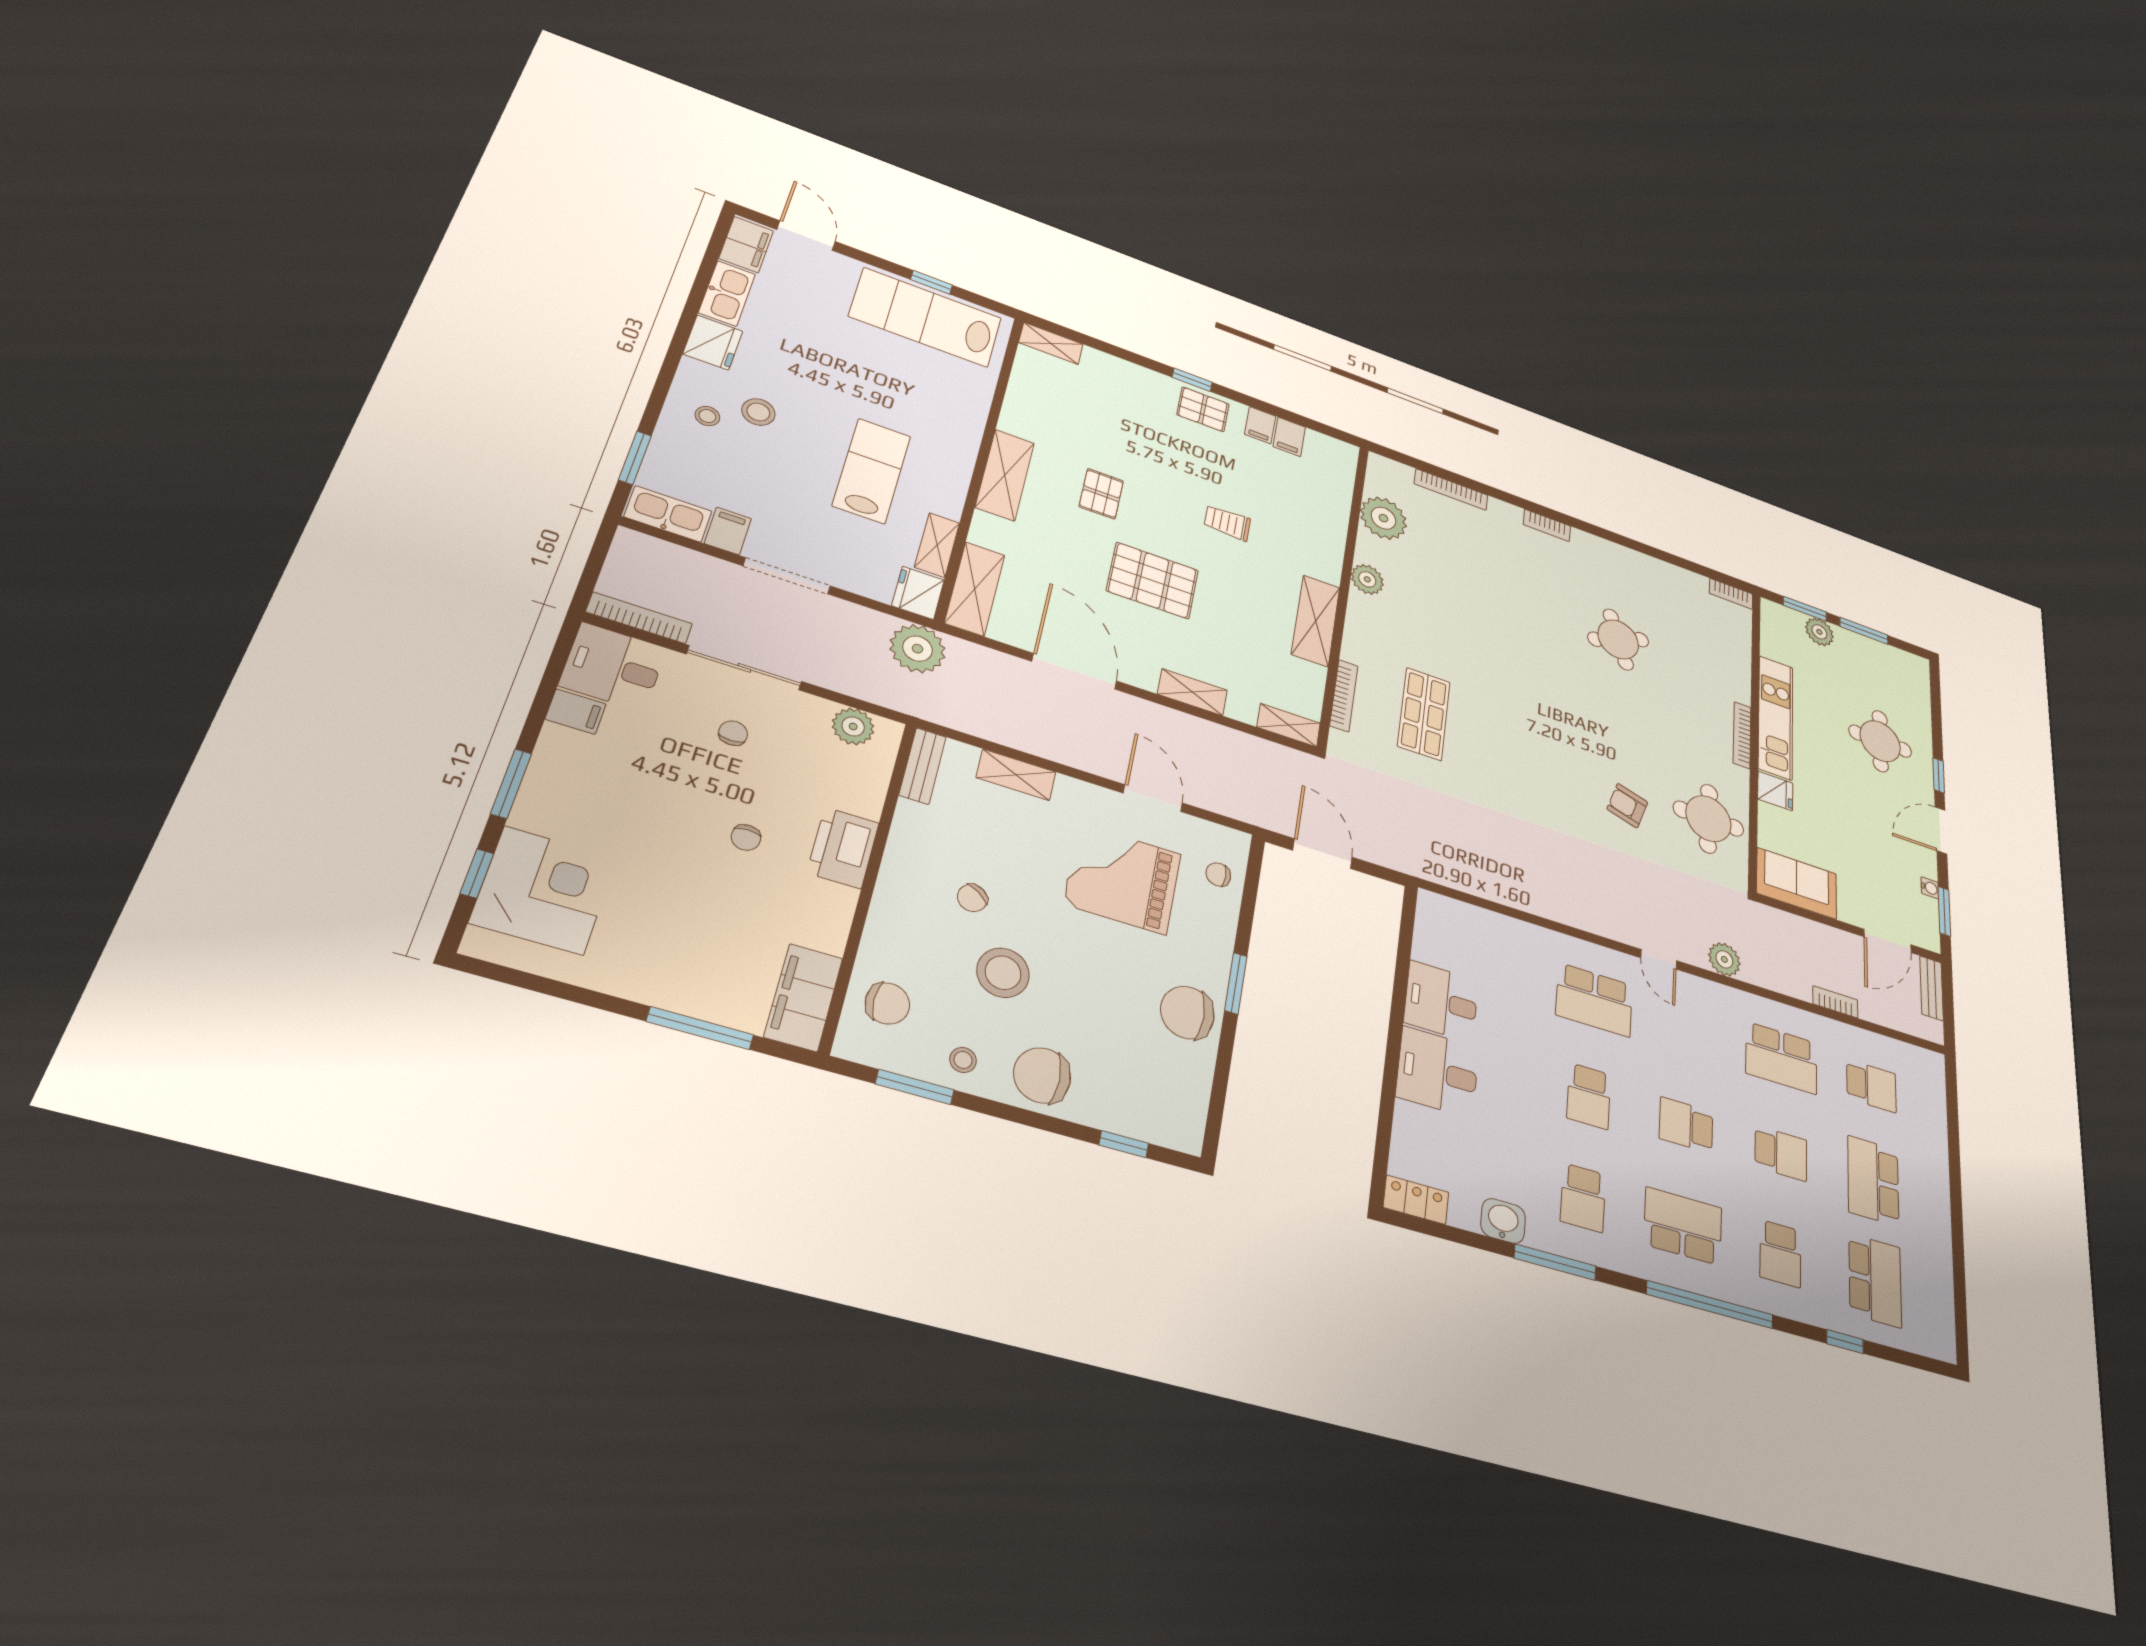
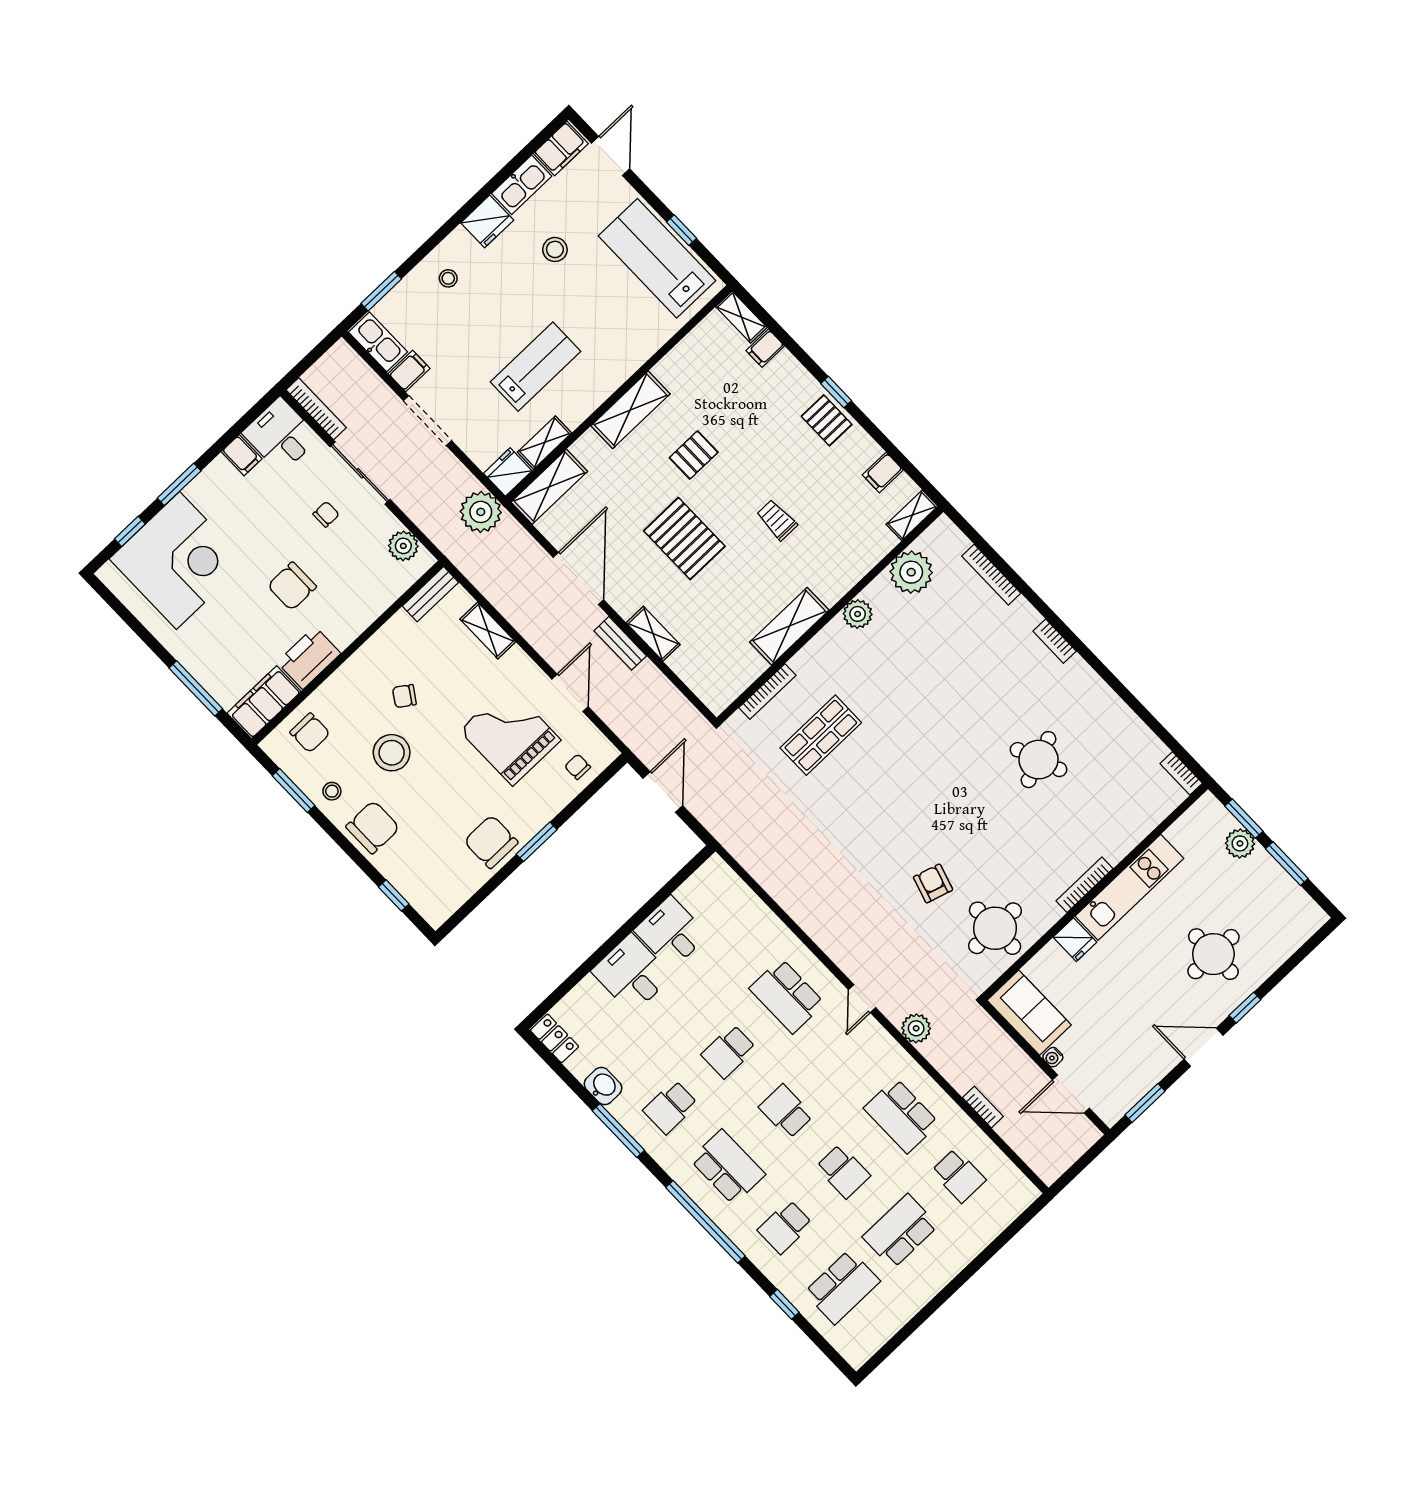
stool: (758, 412) -> (555, 249), moved
filing cabinet: (1260, 425) -> (765, 348), moved
shelving: (1289, 725) -> (912, 515), moved, turned 90
chair: (746, 838) -> (292, 586), width x1.87, depth x1.87
printer: (843, 848) -> (309, 658), moved
water cooler: (1930, 888) -> (1053, 1057), moved, turned 90
corner desk: (544, 890) -> (178, 560), width x1.36, depth x1.36
bench: (1932, 988) -> (620, 643), moved, turned 90
chair: (1042, 1075) -> (373, 827), turned 90

